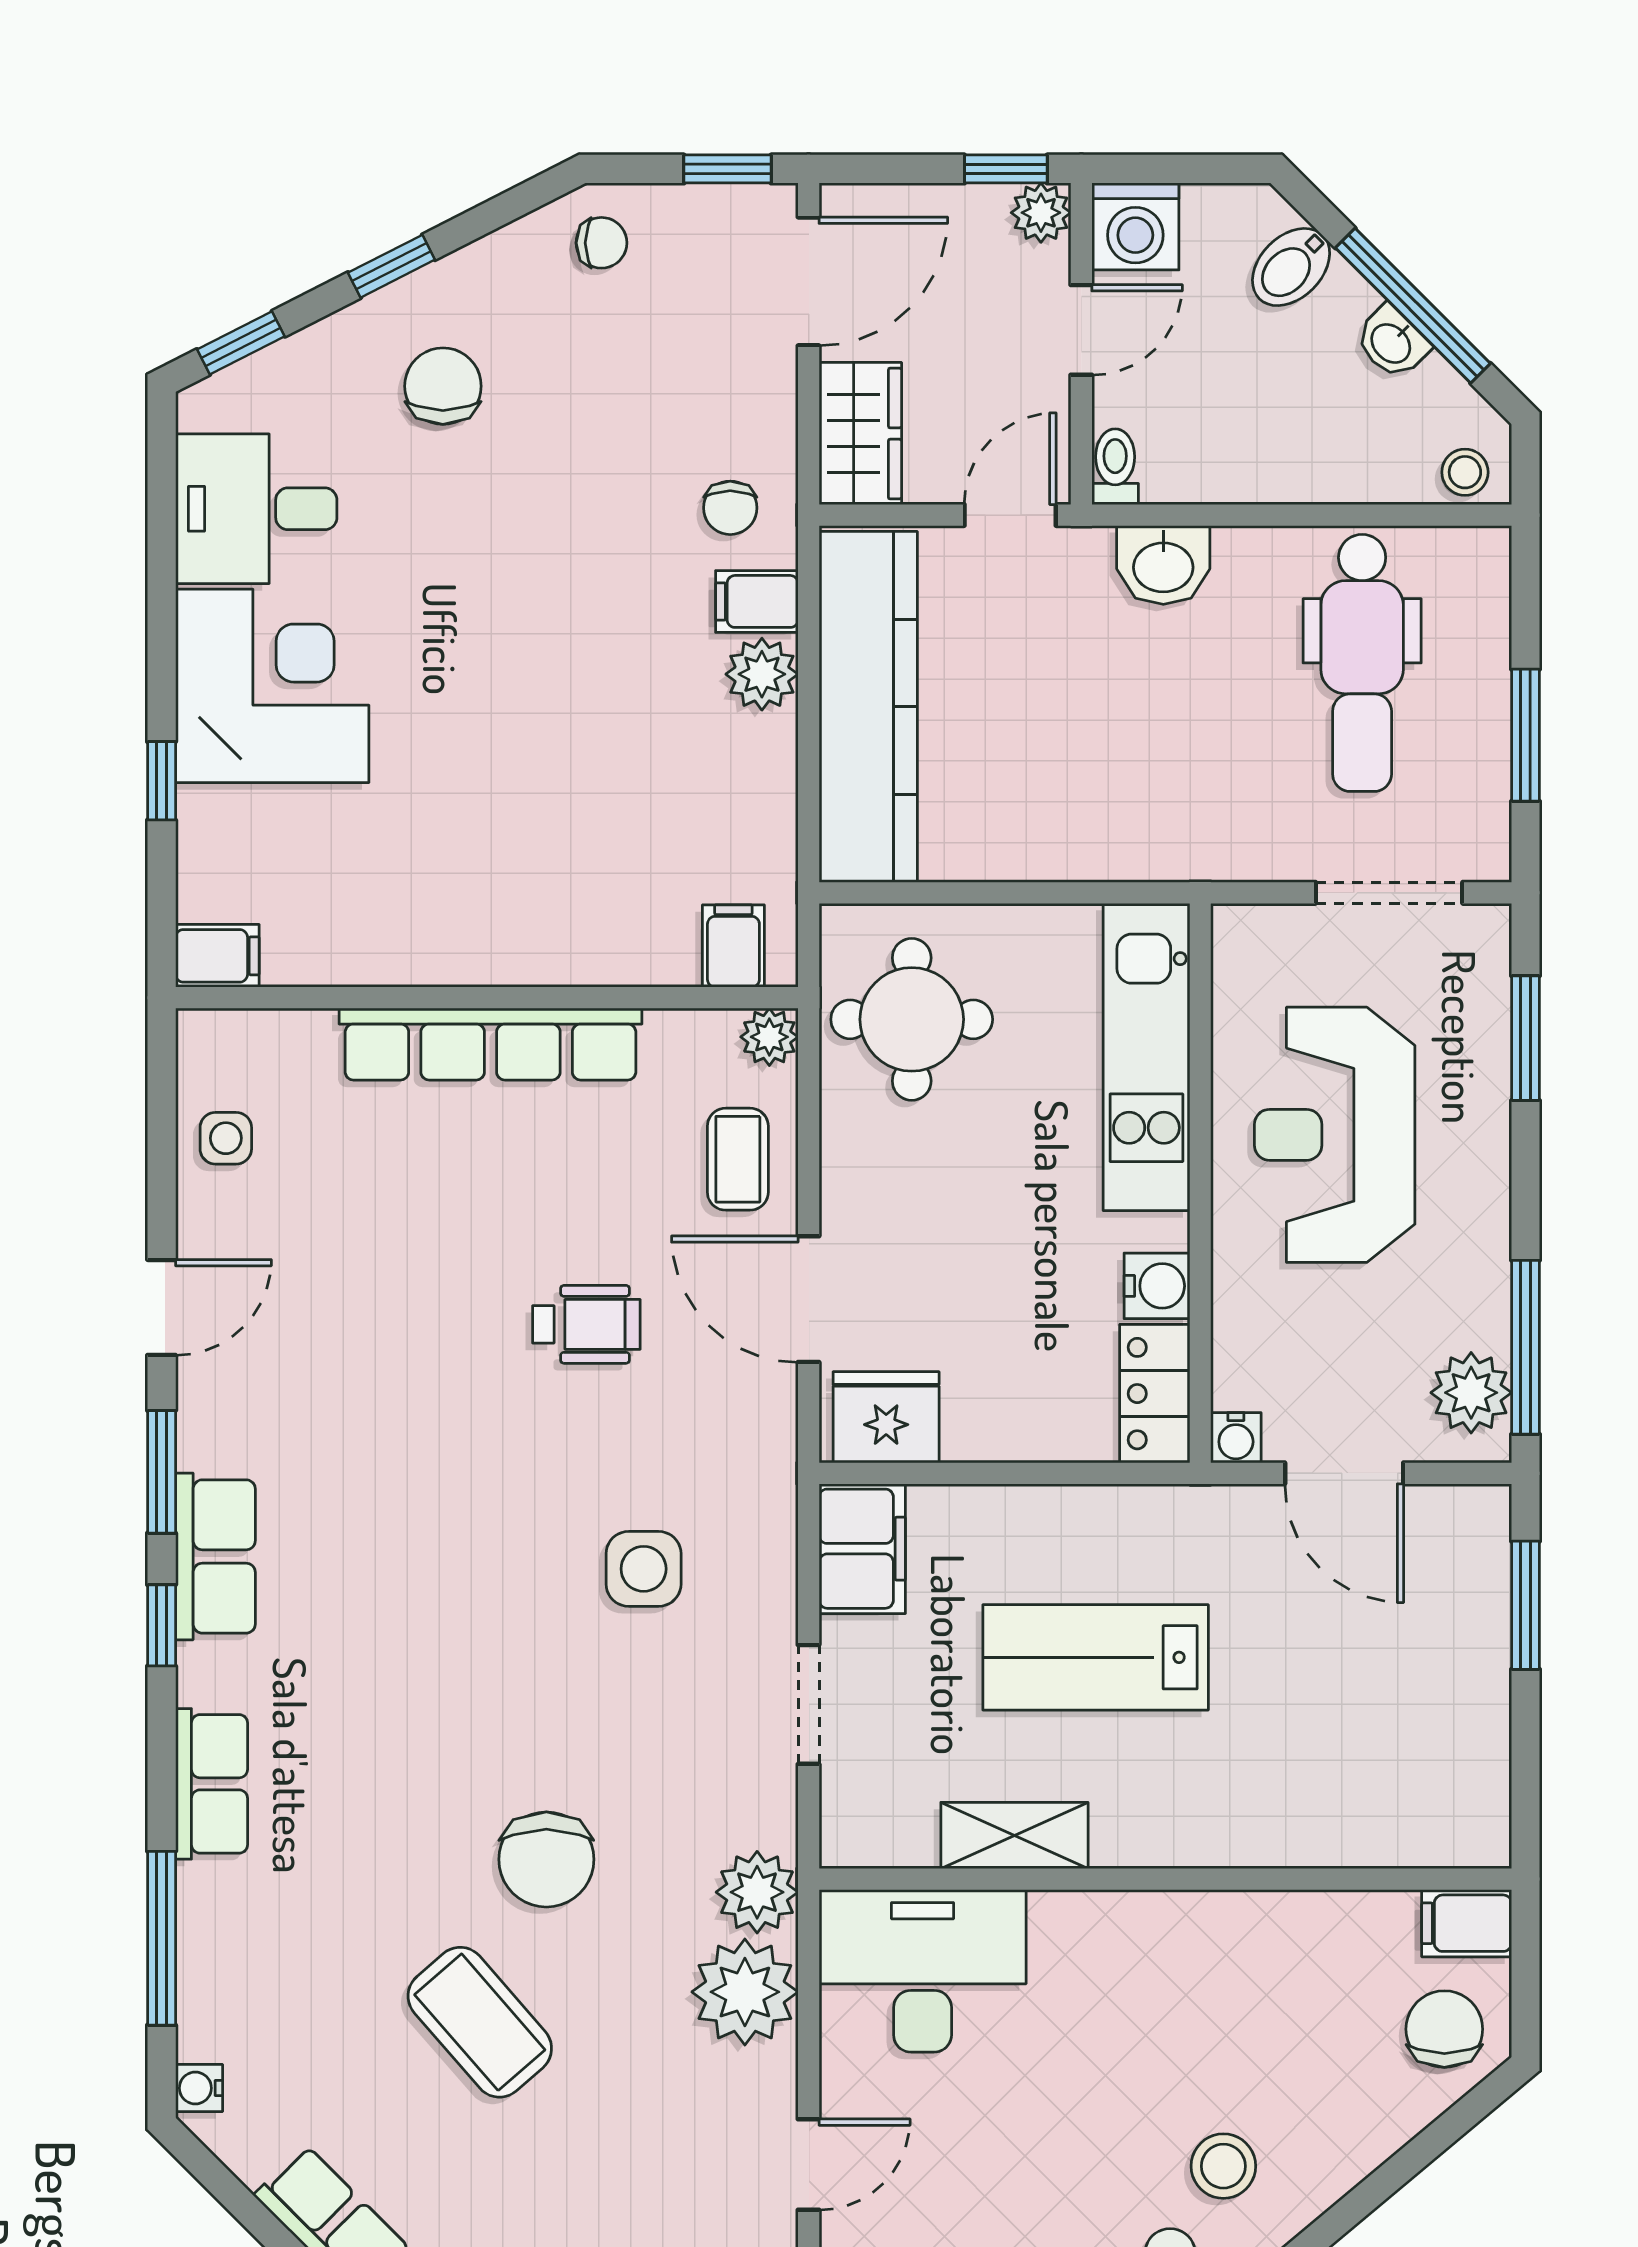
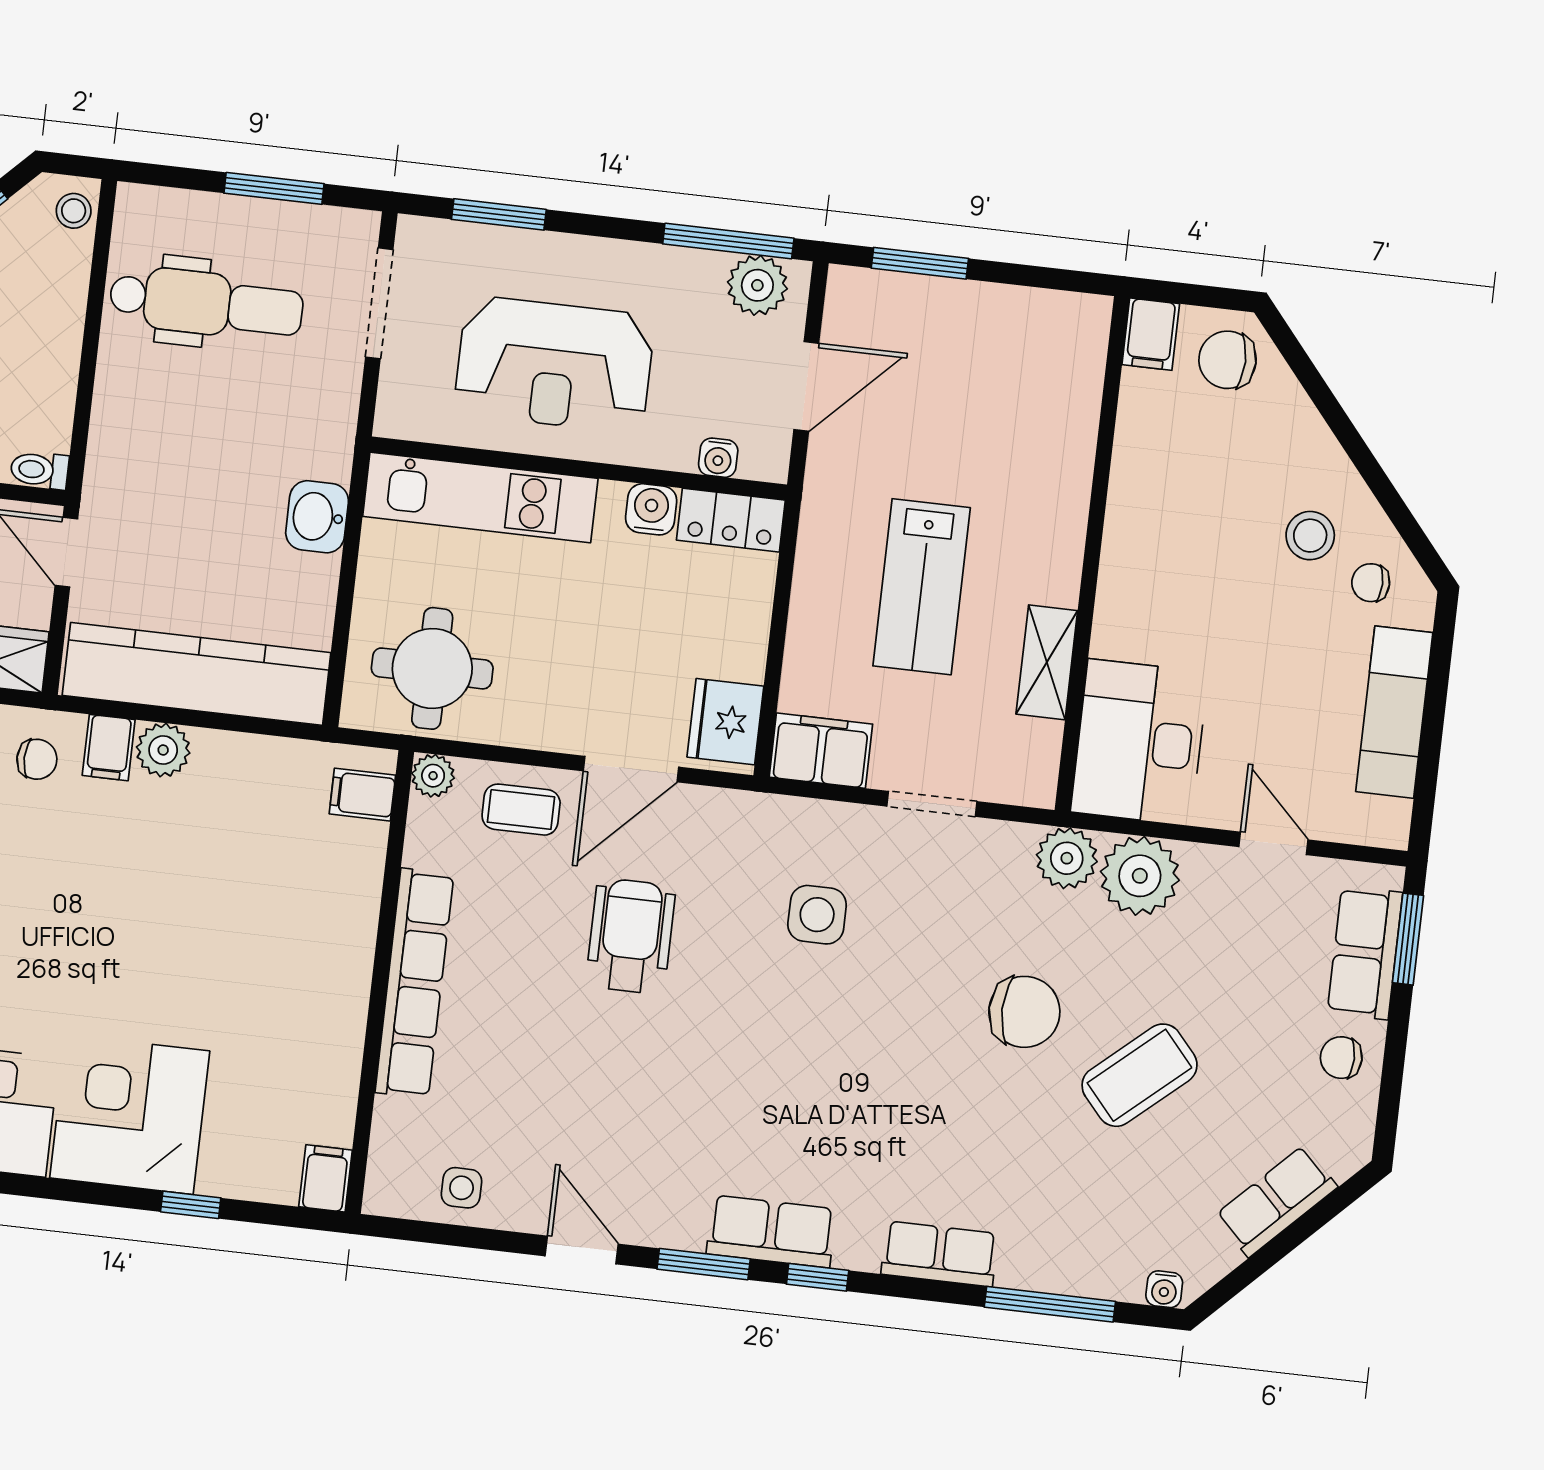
washbasin: (1163, 565) -> (317, 517), moved, turned 180
wheelchair: (586, 1324) -> (631, 936), width x1.36, depth x1.37
water cooler: (1236, 1438) -> (718, 458), moved, turned 90

